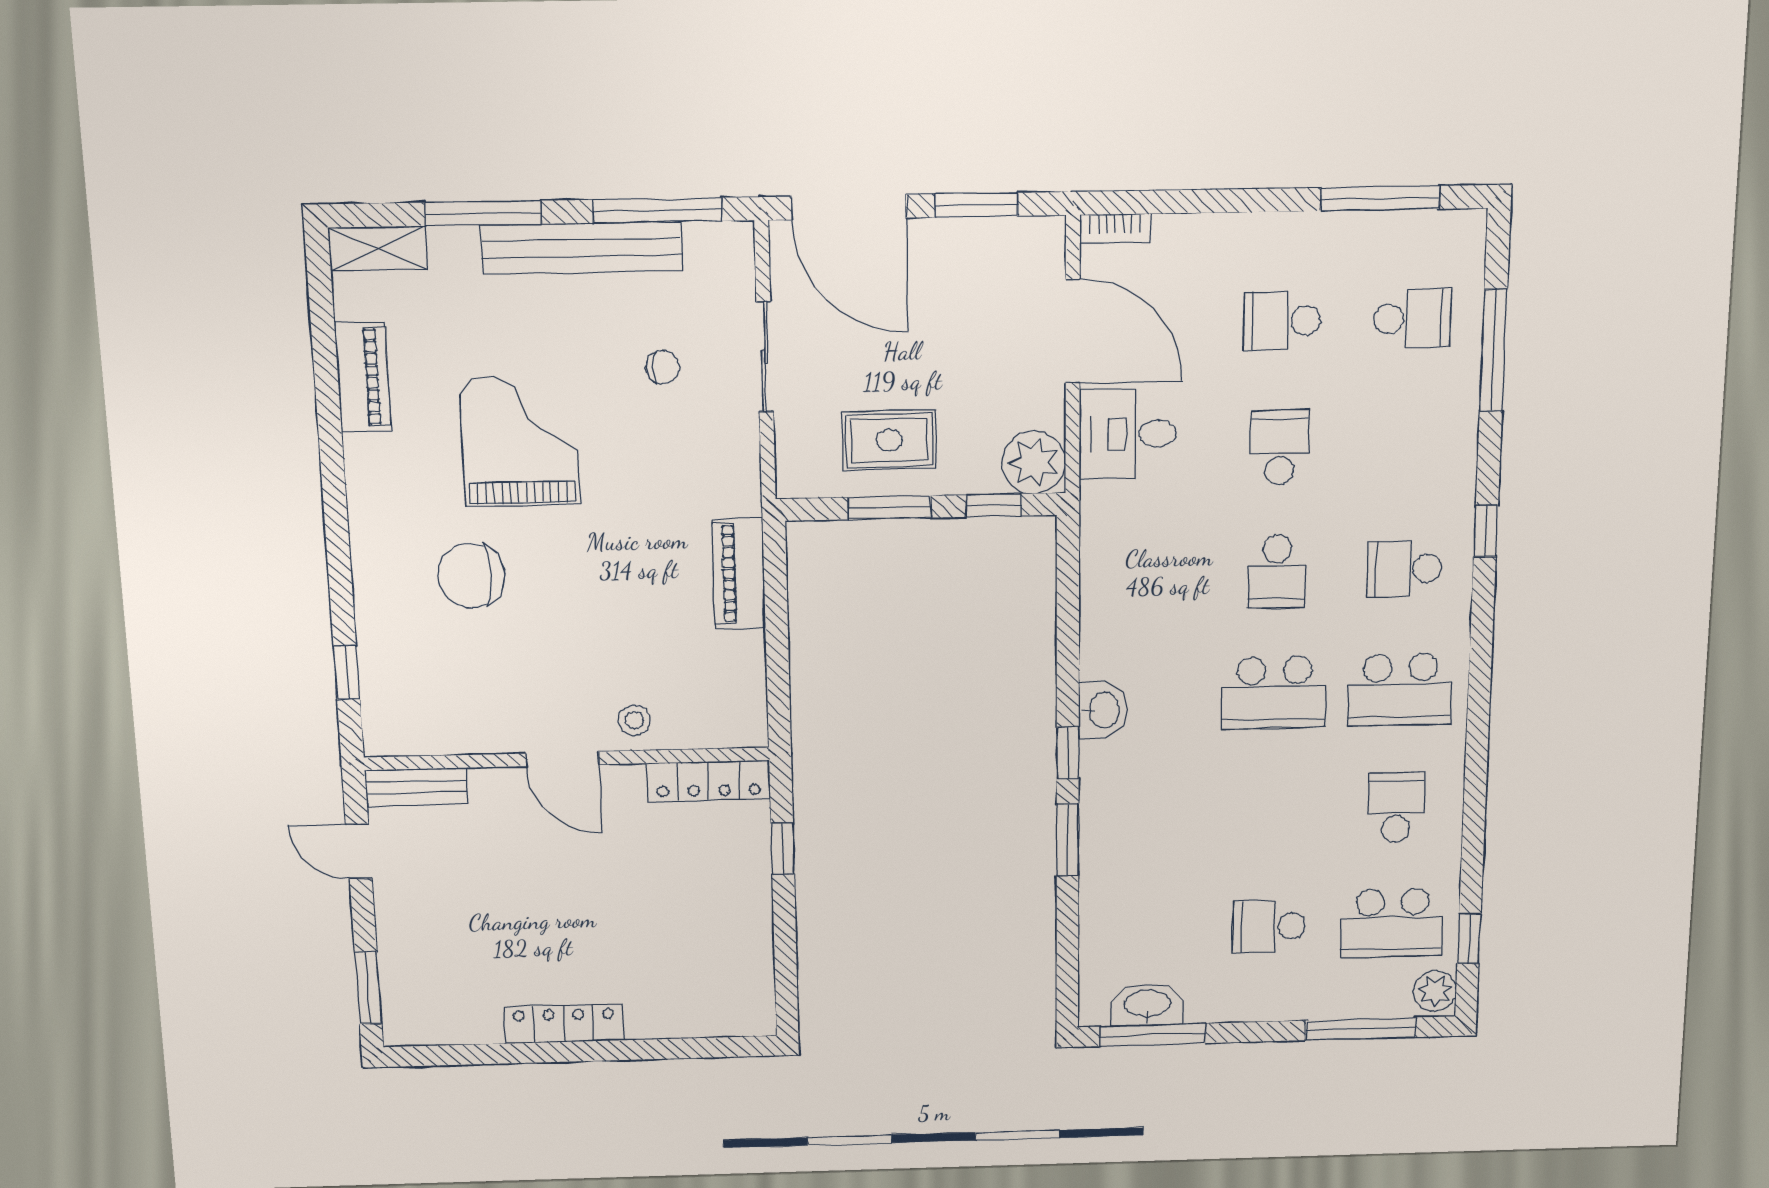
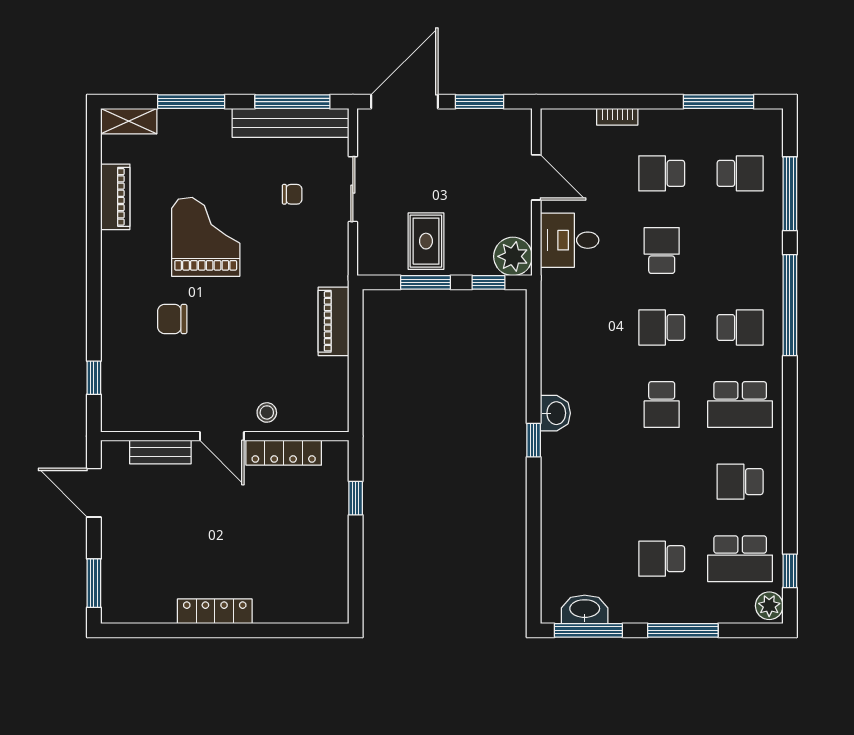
door: (849, 207) -> (404, 102), swing flipped
bookcase: (1115, 228) -> (617, 117), moved
bench: (582, 248) -> (290, 123), moved
door: (1073, 331) -> (536, 177), width x0.73
rug: (889, 440) -> (426, 241), turned 90
window: (1486, 531) -> (790, 305), width x3.17
school desk: (1404, 569) -> (740, 328), turned 180
school desk: (1277, 572) -> (662, 328), turned 90
chair: (471, 576) -> (172, 319), width x0.73, depth x0.73
school desk: (1274, 693) -> (662, 405), width x0.54
locker: (709, 781) -> (284, 453), moved
bench: (416, 787) -> (160, 452), moved
school desk: (1396, 808) -> (740, 482), turned -90
window: (1068, 840) -> (534, 497), removed
door: (359, 851) -> (94, 493), width x1.38
window: (1361, 1029) -> (683, 630), moved

